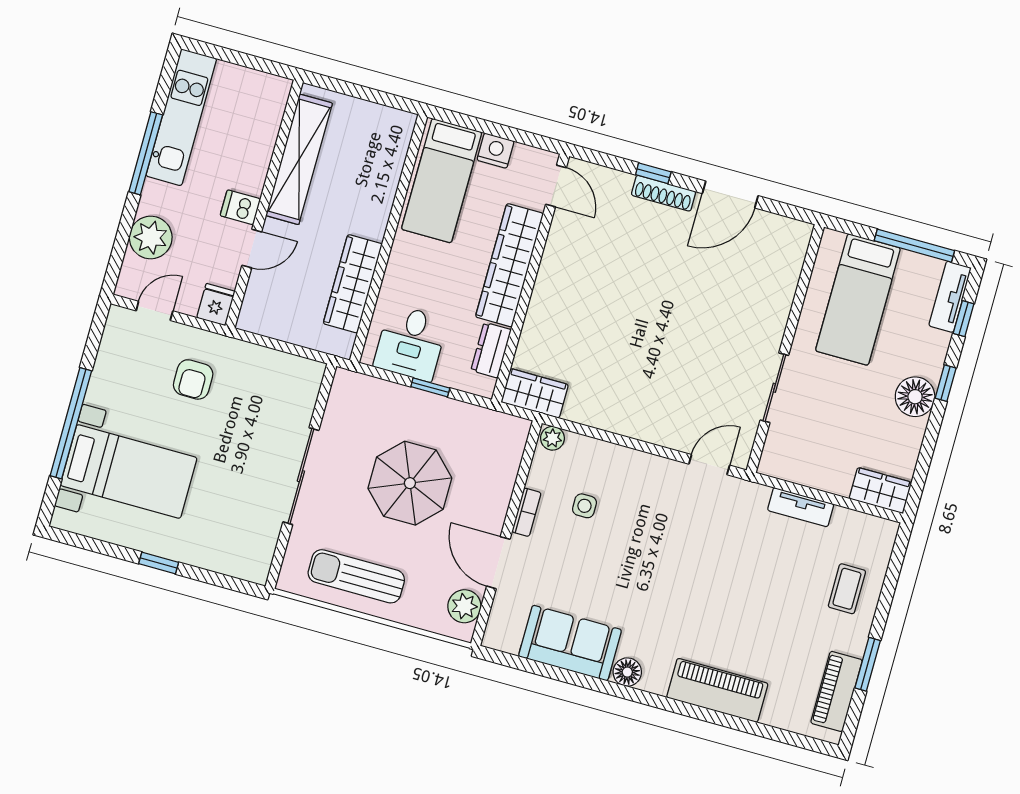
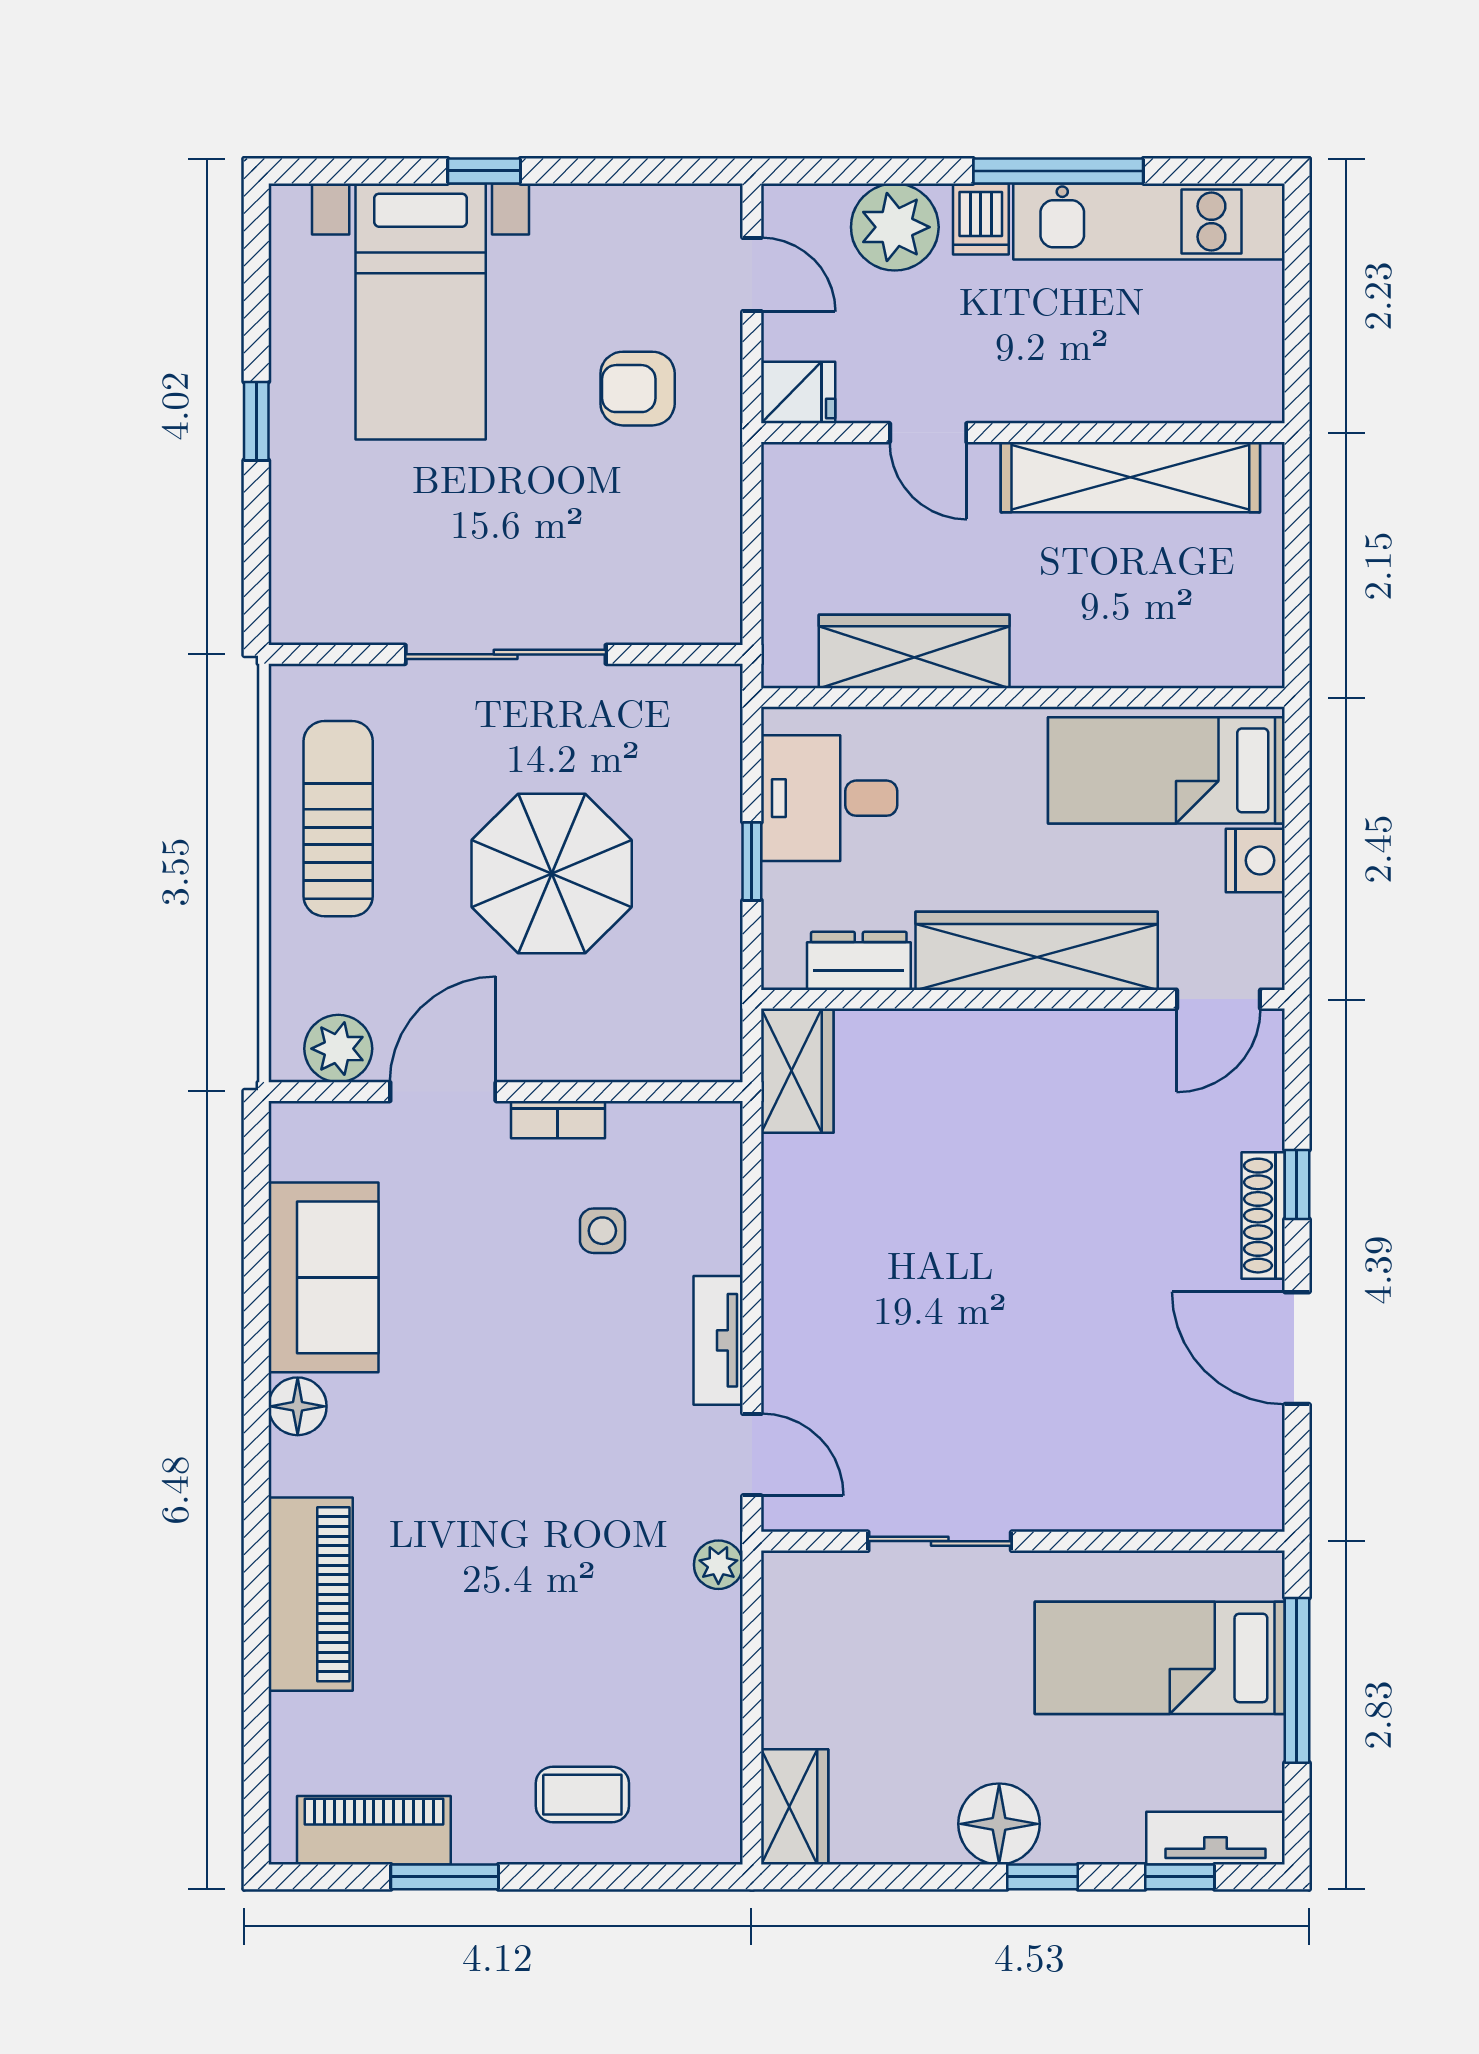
dishwasher: (240, 207) -> (981, 219), moved, turned 180
window: (914, 246) -> (1297, 1680), moved
window: (71, 423) -> (484, 171), width x0.32
plant: (552, 438) -> (718, 1565), moved
tv unit: (801, 507) -> (718, 1340), moved

